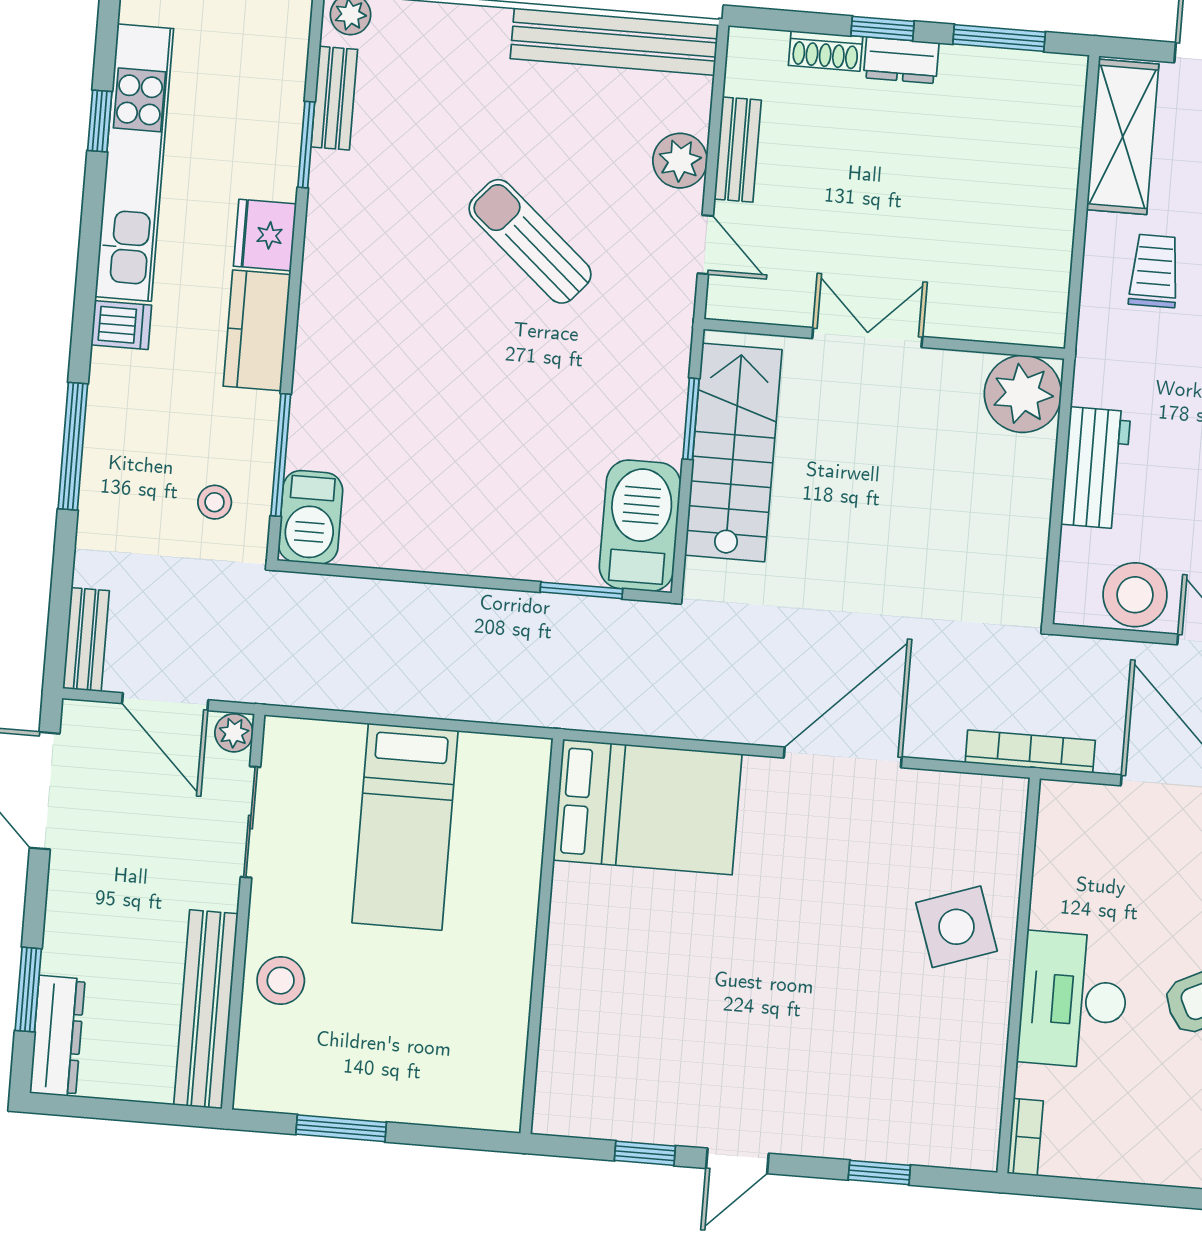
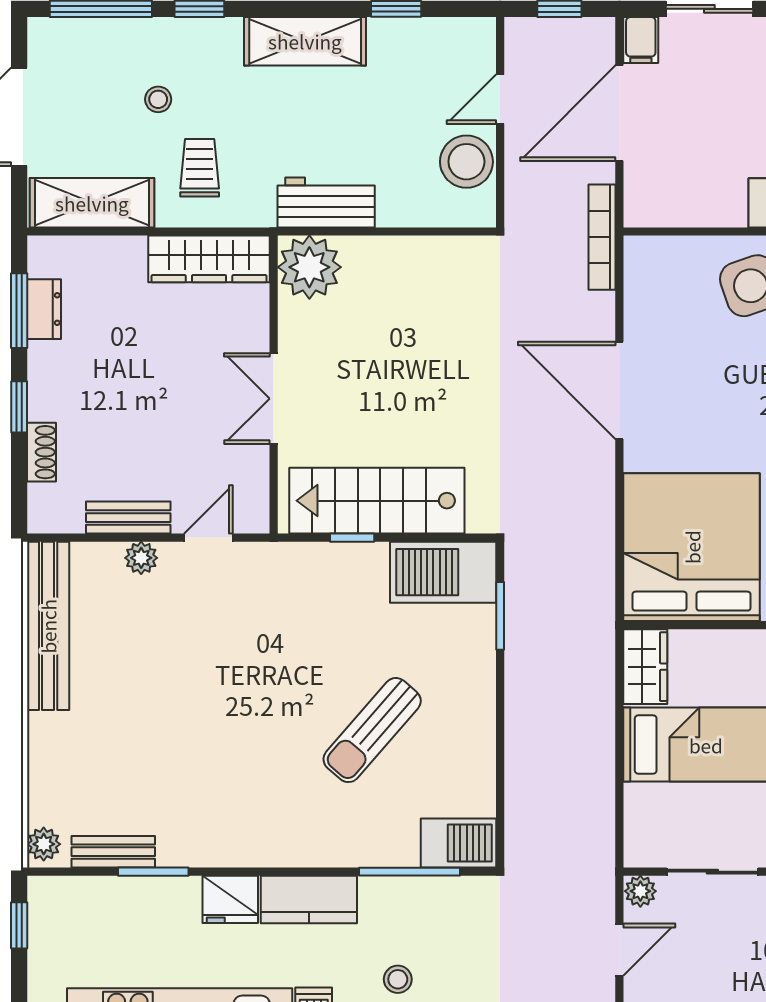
dresser: (901, 60) -> (44, 309), moved
plant: (680, 161) -> (141, 558), width x0.73, depth x0.73
sun lounger: (530, 241) -> (372, 730), moved
trolley: (1154, 271) -> (200, 168), turned 90
wardrobe: (1043, 273) -> (209, 259), added
window: (691, 419) -> (352, 538), width x0.67
workbench: (1096, 468) -> (326, 203), moved
stool: (215, 502) -> (398, 979), moved
door: (165, 702) -> (619, 950), width x0.73
wardrobe: (505, 761) -> (645, 667), added
bed: (647, 807) -> (692, 547), width x1.36

